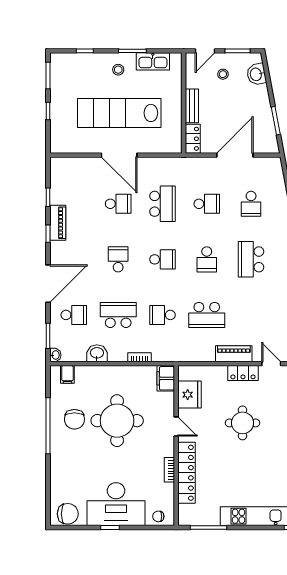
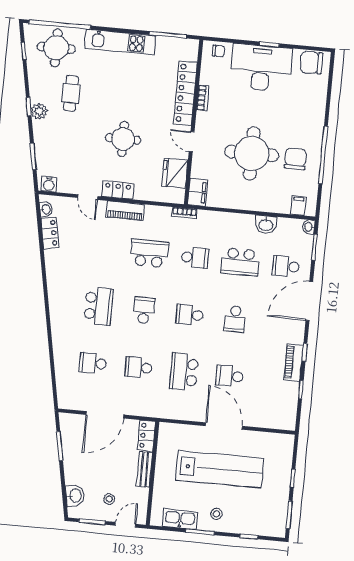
school desk: (251, 204) -> (93, 363), turned -90
bookcase: (140, 357) -> (185, 213), moved

